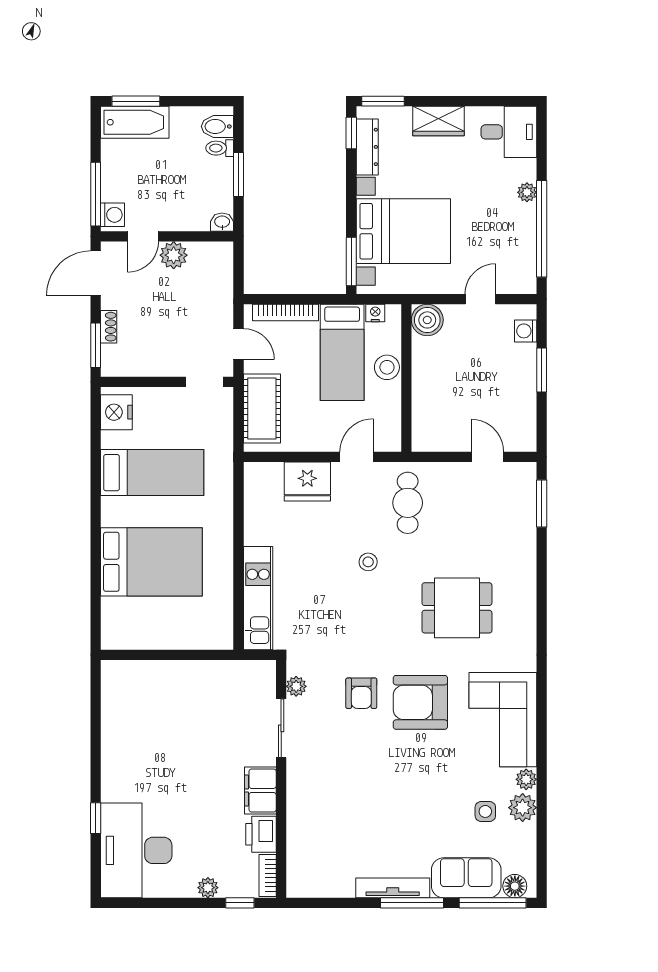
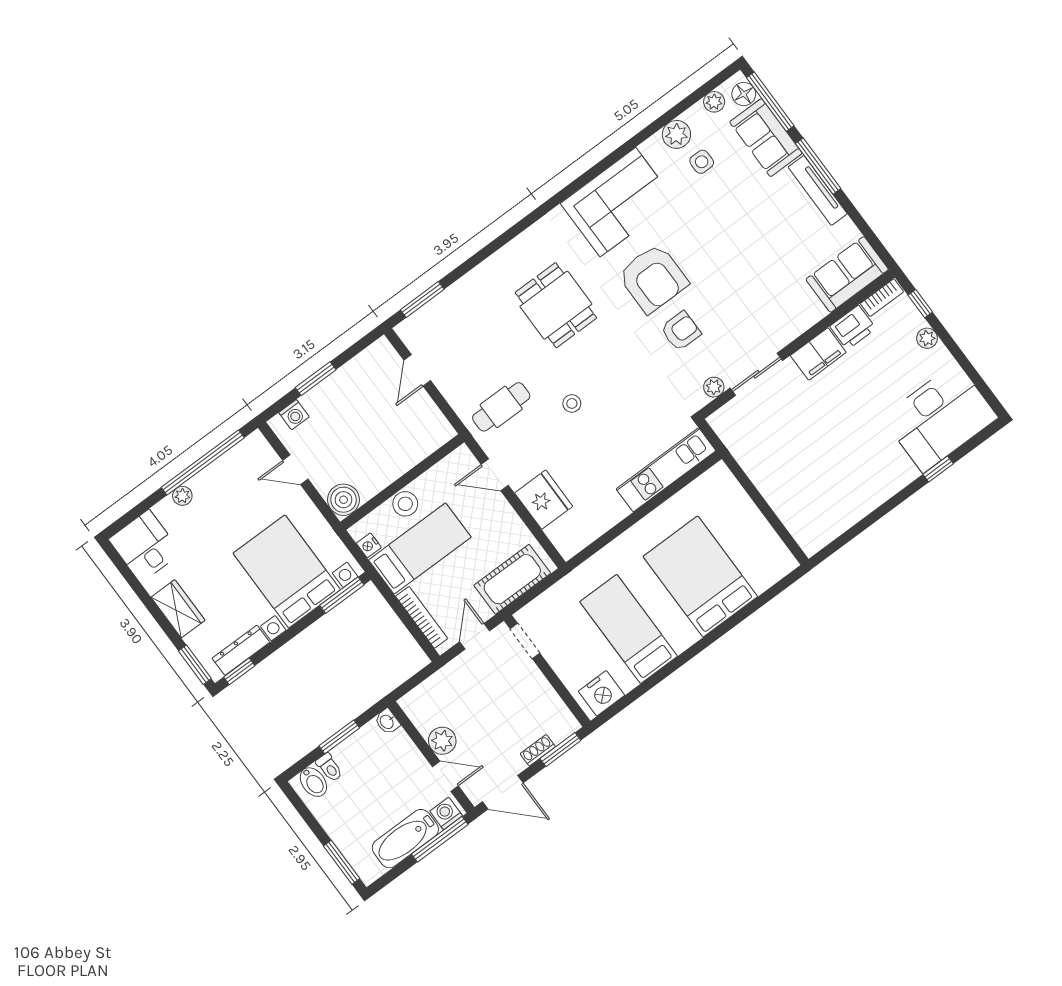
bathtub: (135, 122) -> (405, 839), moved, turned -90
plant: (526, 779) -> (714, 102), moved
sofa: (307, 861) -> (847, 274), added

